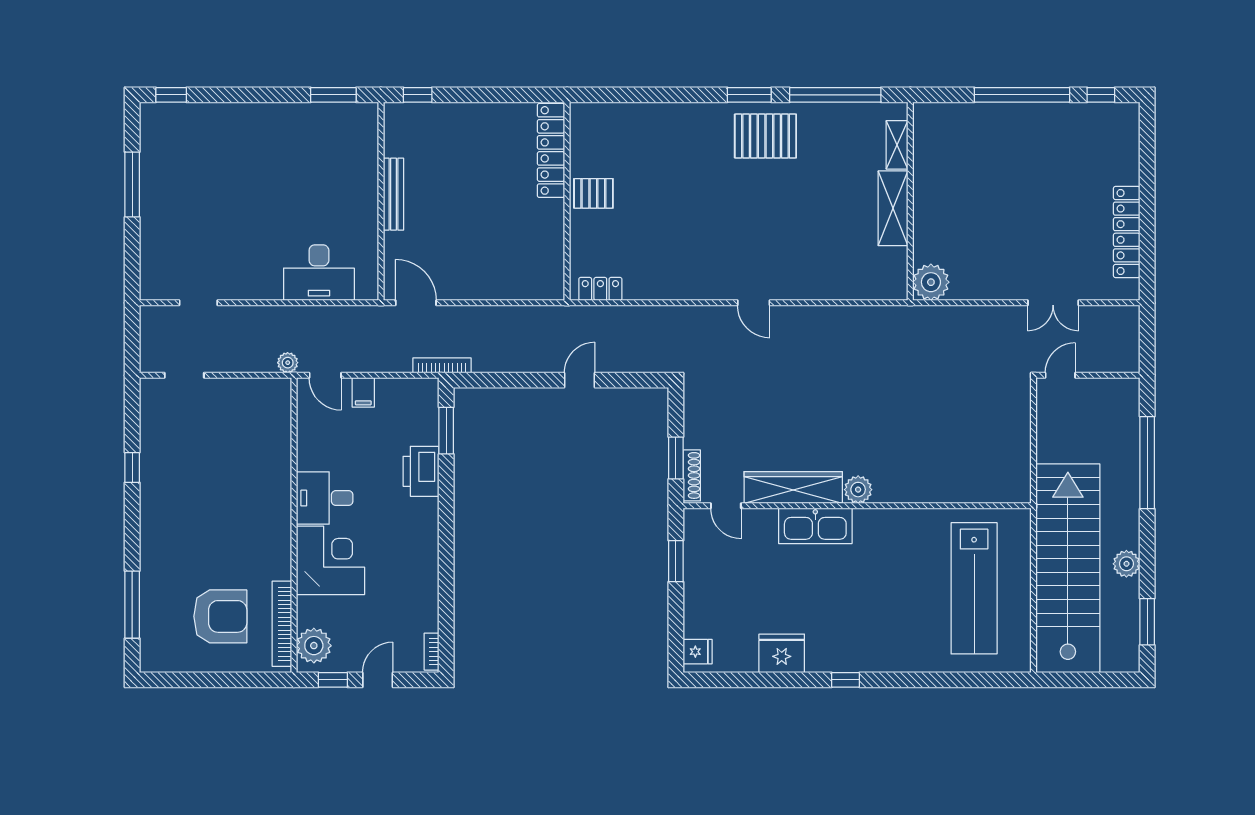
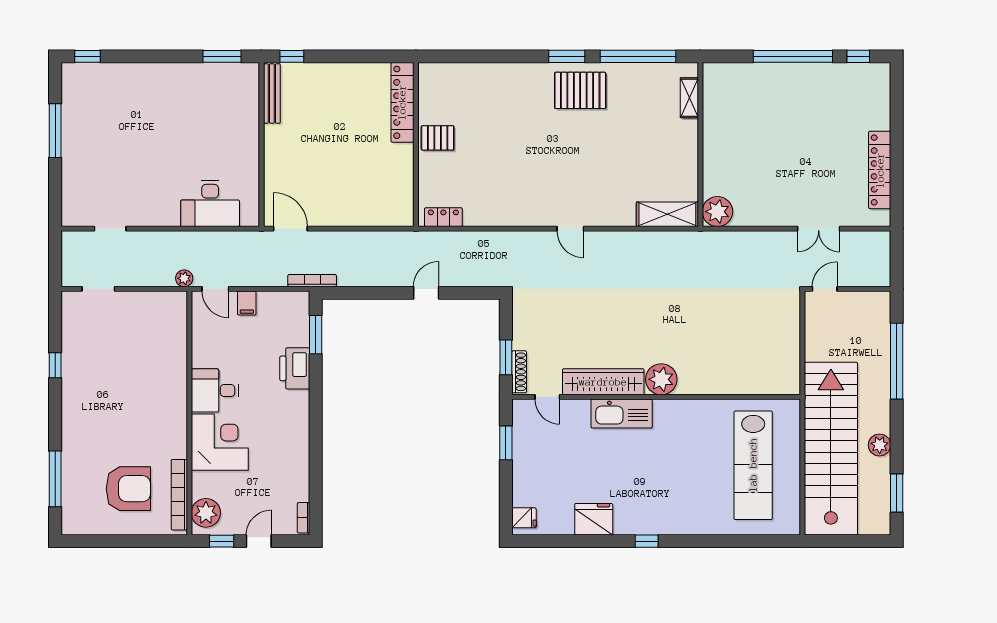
bench: (393, 194) -> (272, 94), moved
shelving: (893, 208) -> (667, 214), moved, turned 90
plant: (858, 490) -> (661, 379), width x1.36, depth x1.36

